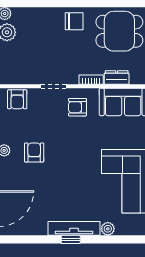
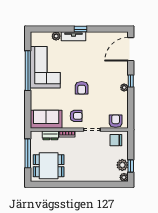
chair: (74, 21) -> (116, 140), moved
armchair: (34, 152) -> (82, 88), moved
tv unit: (74, 228) -> (73, 36), width x0.71

